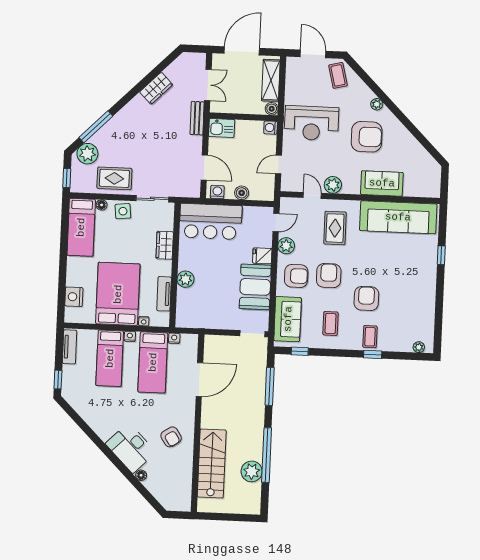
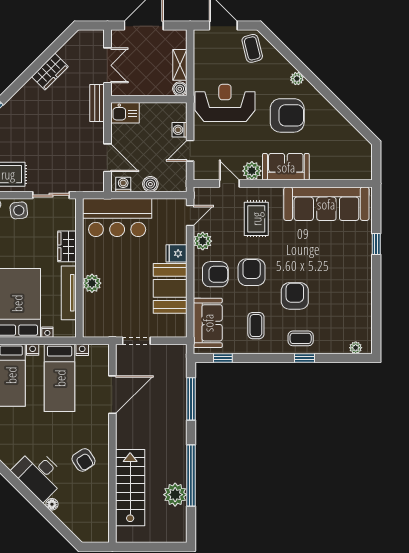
shelving: (271, 80) -> (180, 65), width x0.67, depth x0.75
reception desk: (311, 123) -> (225, 103), turned 180
washing machine: (271, 128) -> (180, 130), moved
sofa: (382, 183) -> (286, 167), moved
tv unit: (164, 294) -> (69, 293), width x1.41
doorway: (252, 334) -> (136, 341), moved
coffee table: (370, 337) -> (301, 338), turned 90

